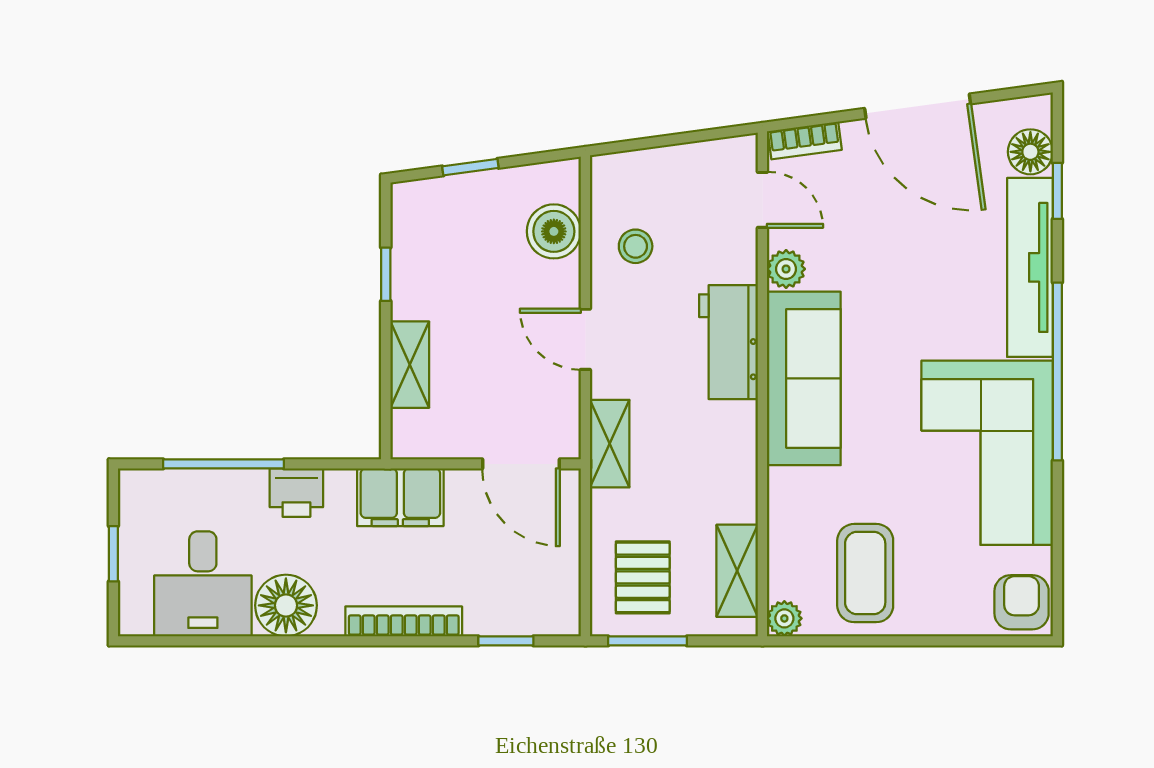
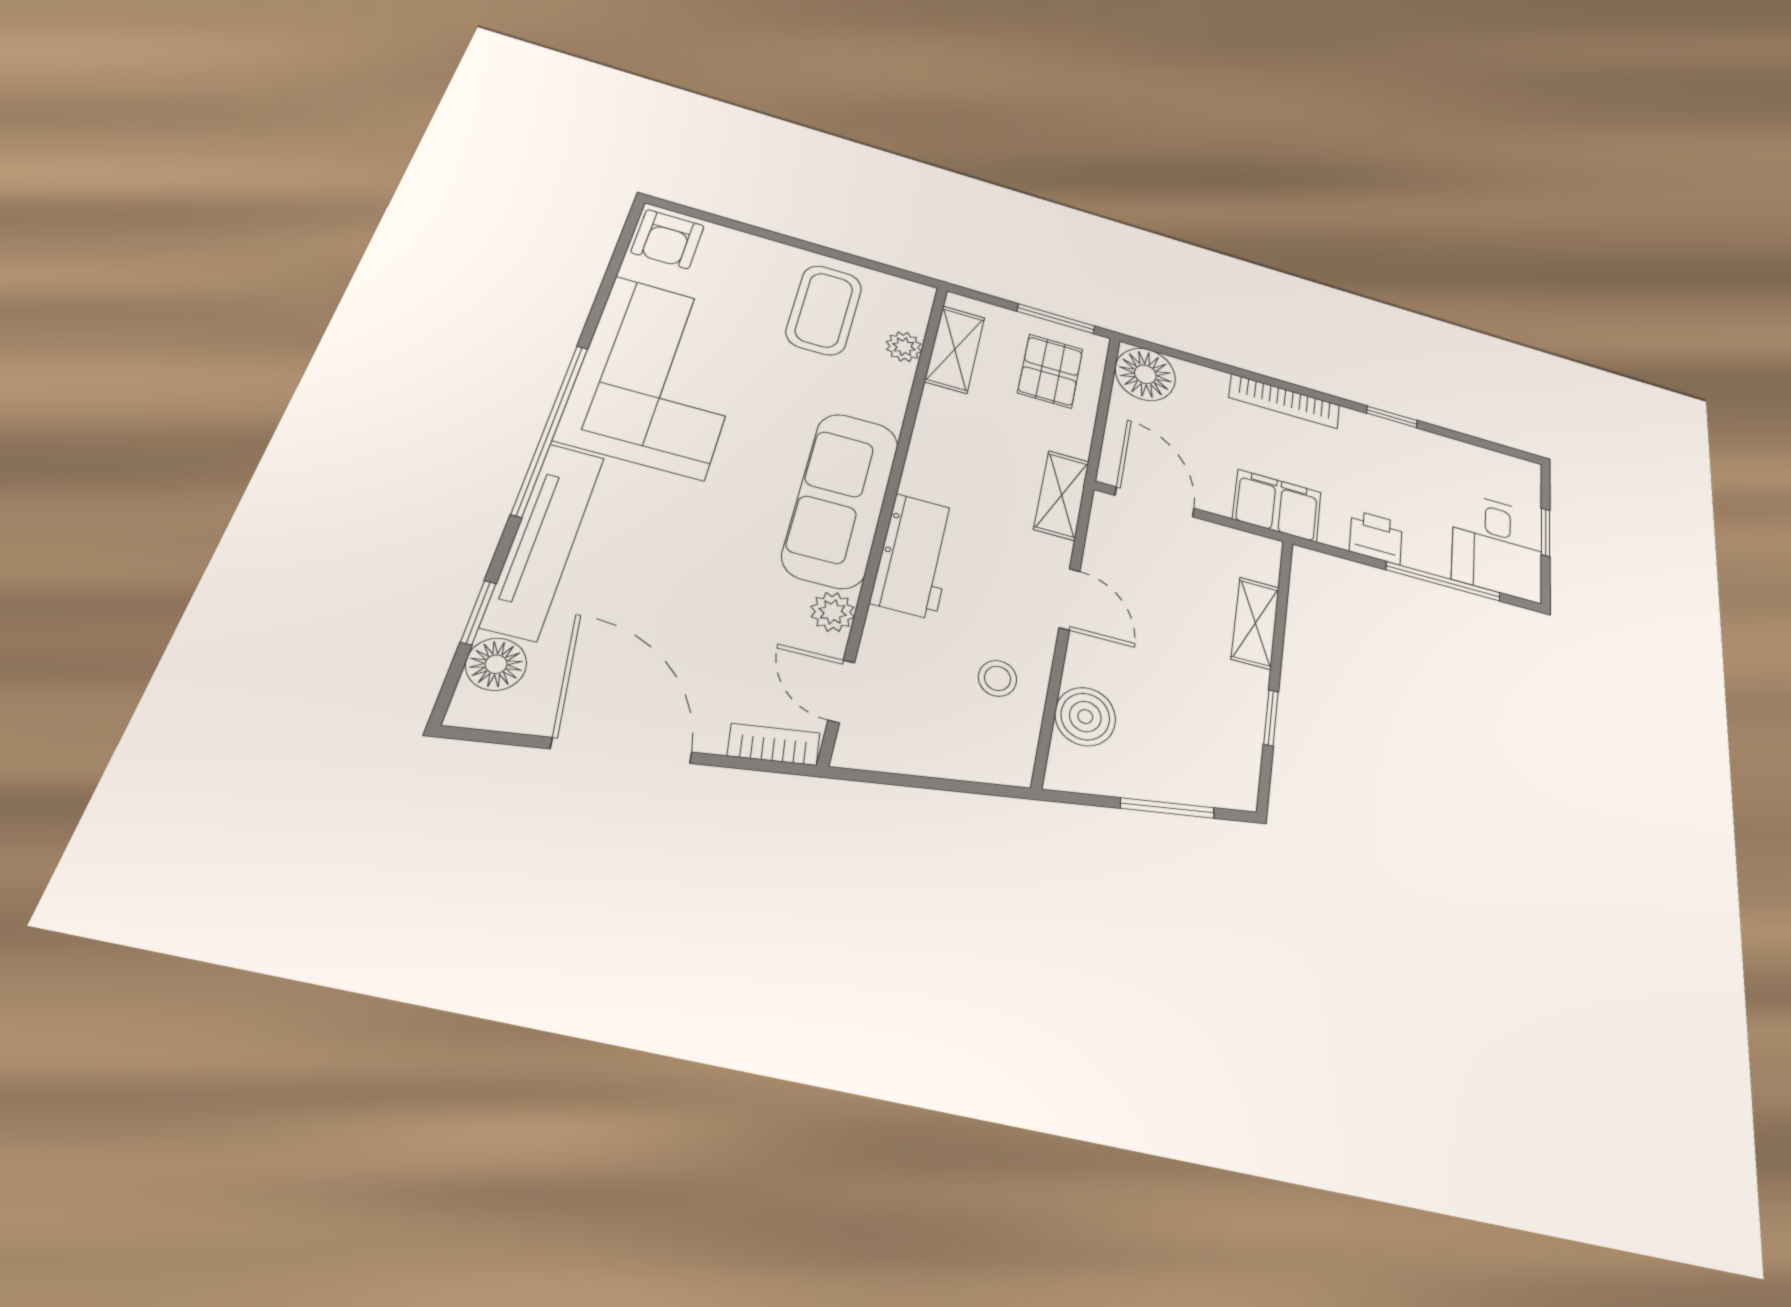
window: (470, 167) -> (1167, 808), width x1.50
desk: (203, 584) -> (1497, 547), moved, turned 180
floor lamp: (286, 605) -> (1145, 374), moved
plant: (784, 618) -> (904, 347), moved
window: (506, 641) -> (1392, 417), moved

